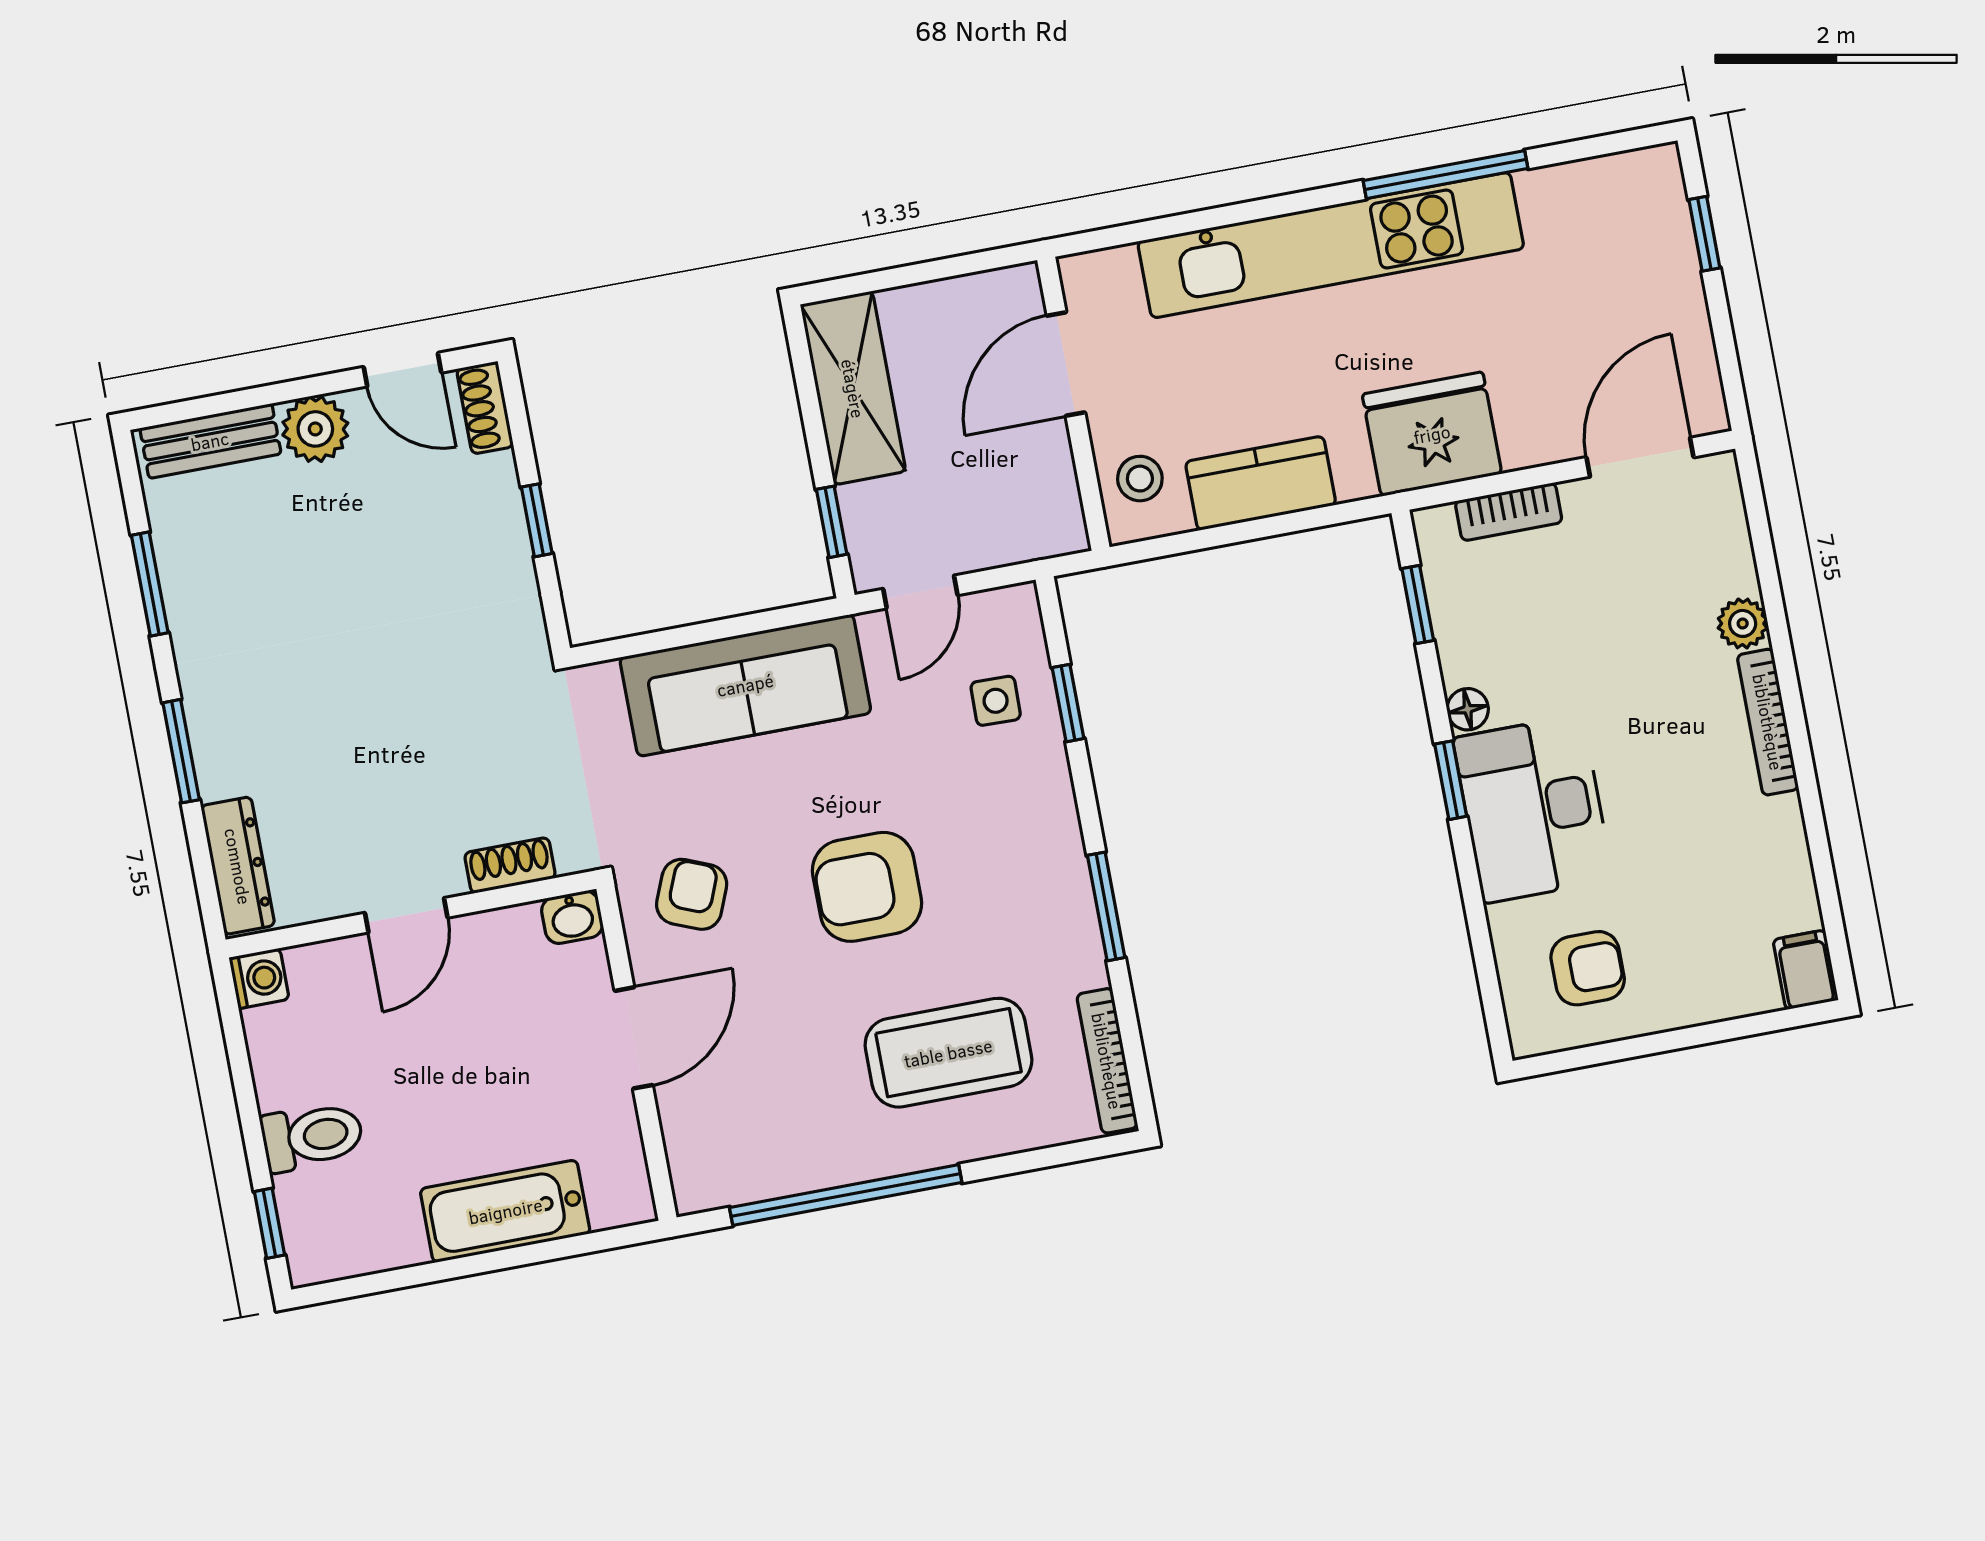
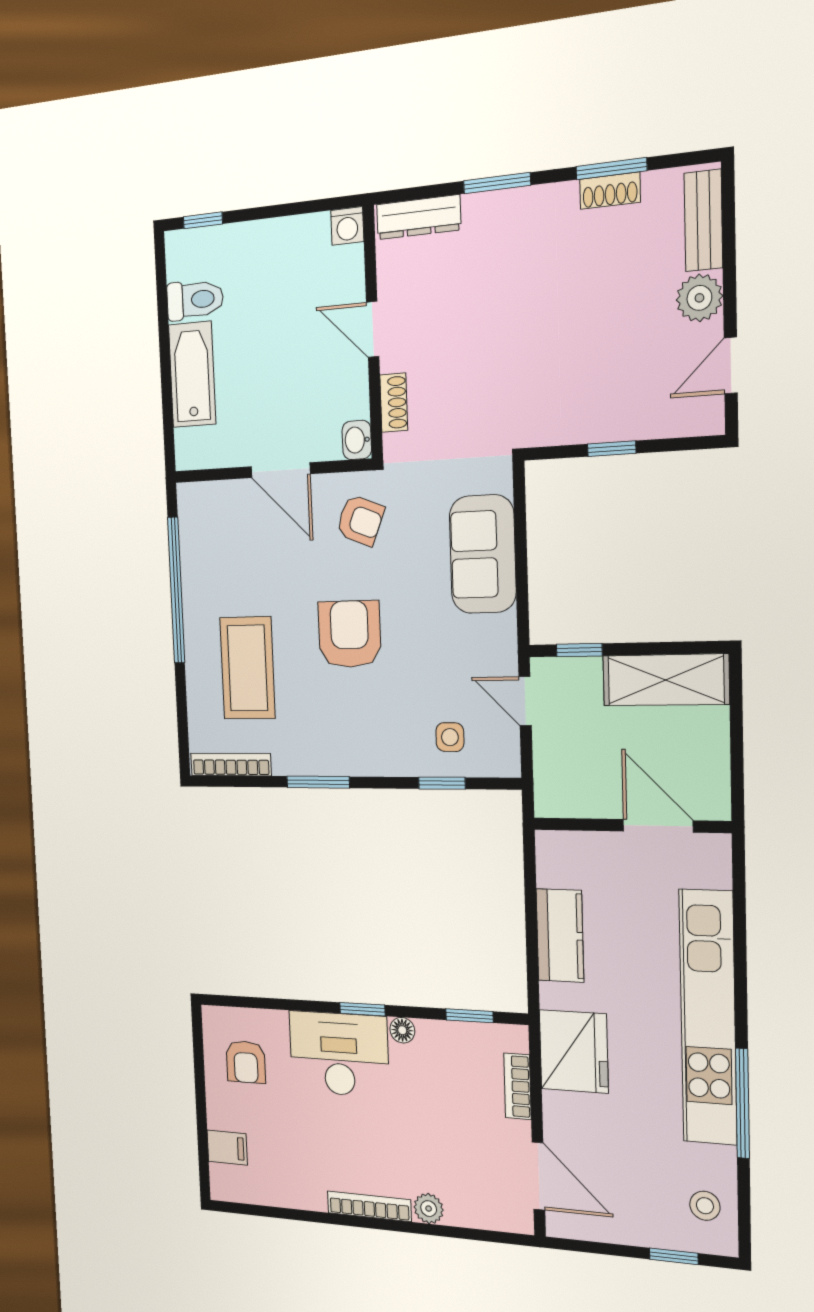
shoe rack: (485, 408) -> (610, 191), moved, turned 180
stool: (1140, 479) -> (705, 1206), moved
sofa: (745, 685) -> (483, 554), width x0.73
filing cabinet: (1806, 970) -> (227, 1148), moved
toilet: (312, 1136) -> (195, 300), moved, turned -90

